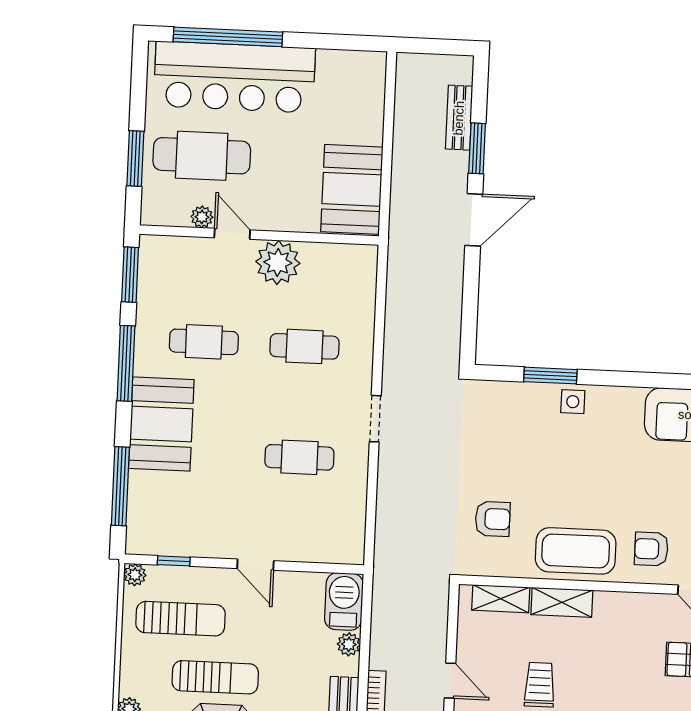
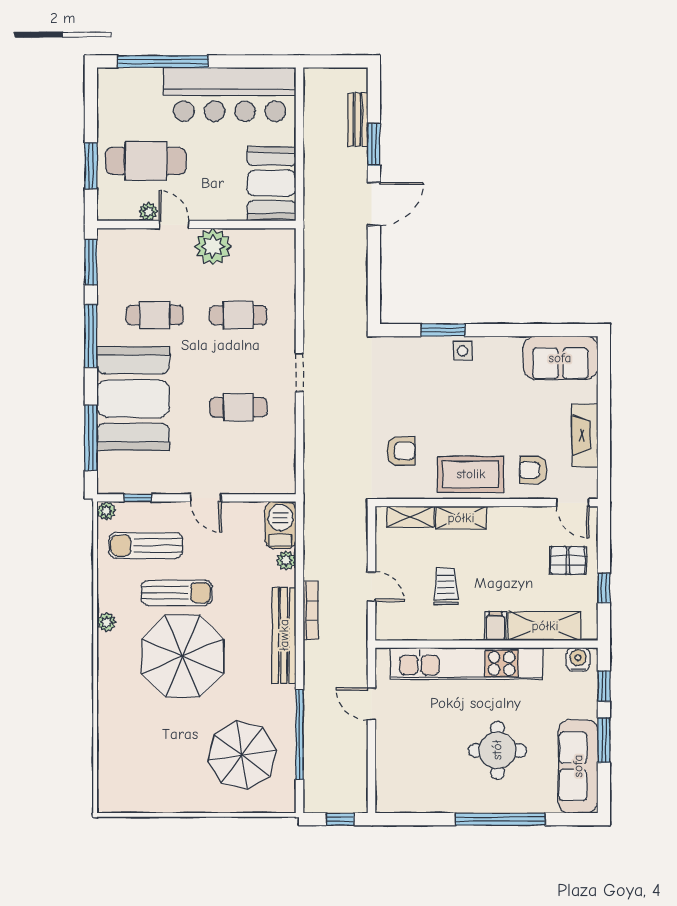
bar counter: (234, 77) -> (230, 94), moved
booth: (161, 424) -> (133, 399), width x1.36, depth x1.42
sun lounger: (181, 619) -> (146, 545), turned 180

